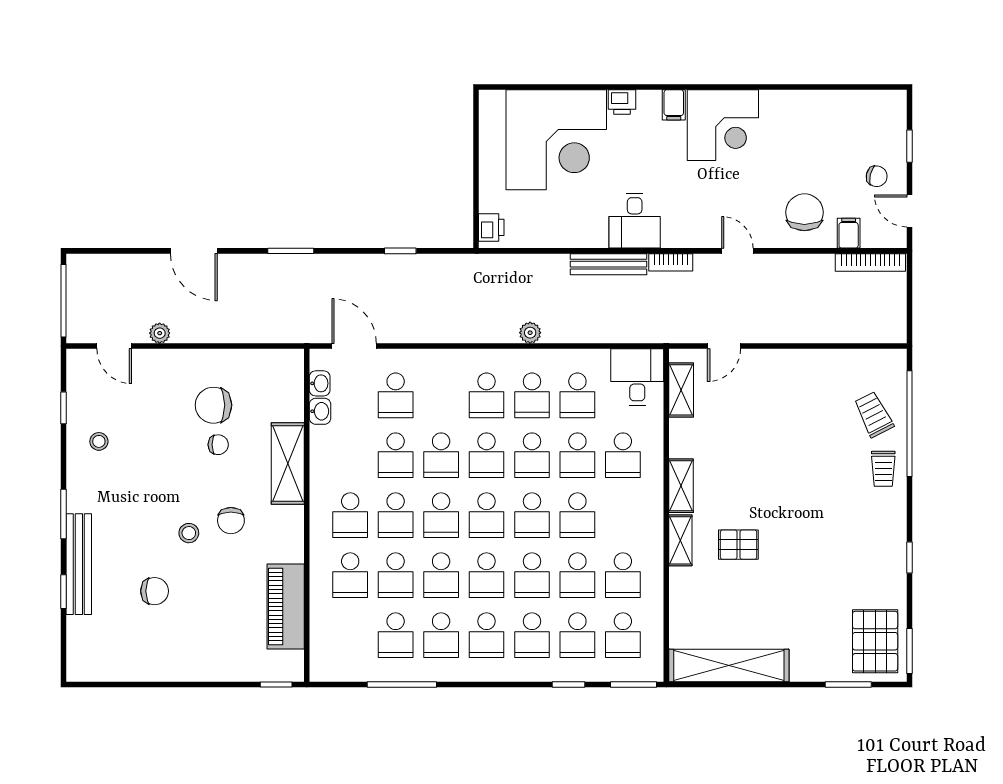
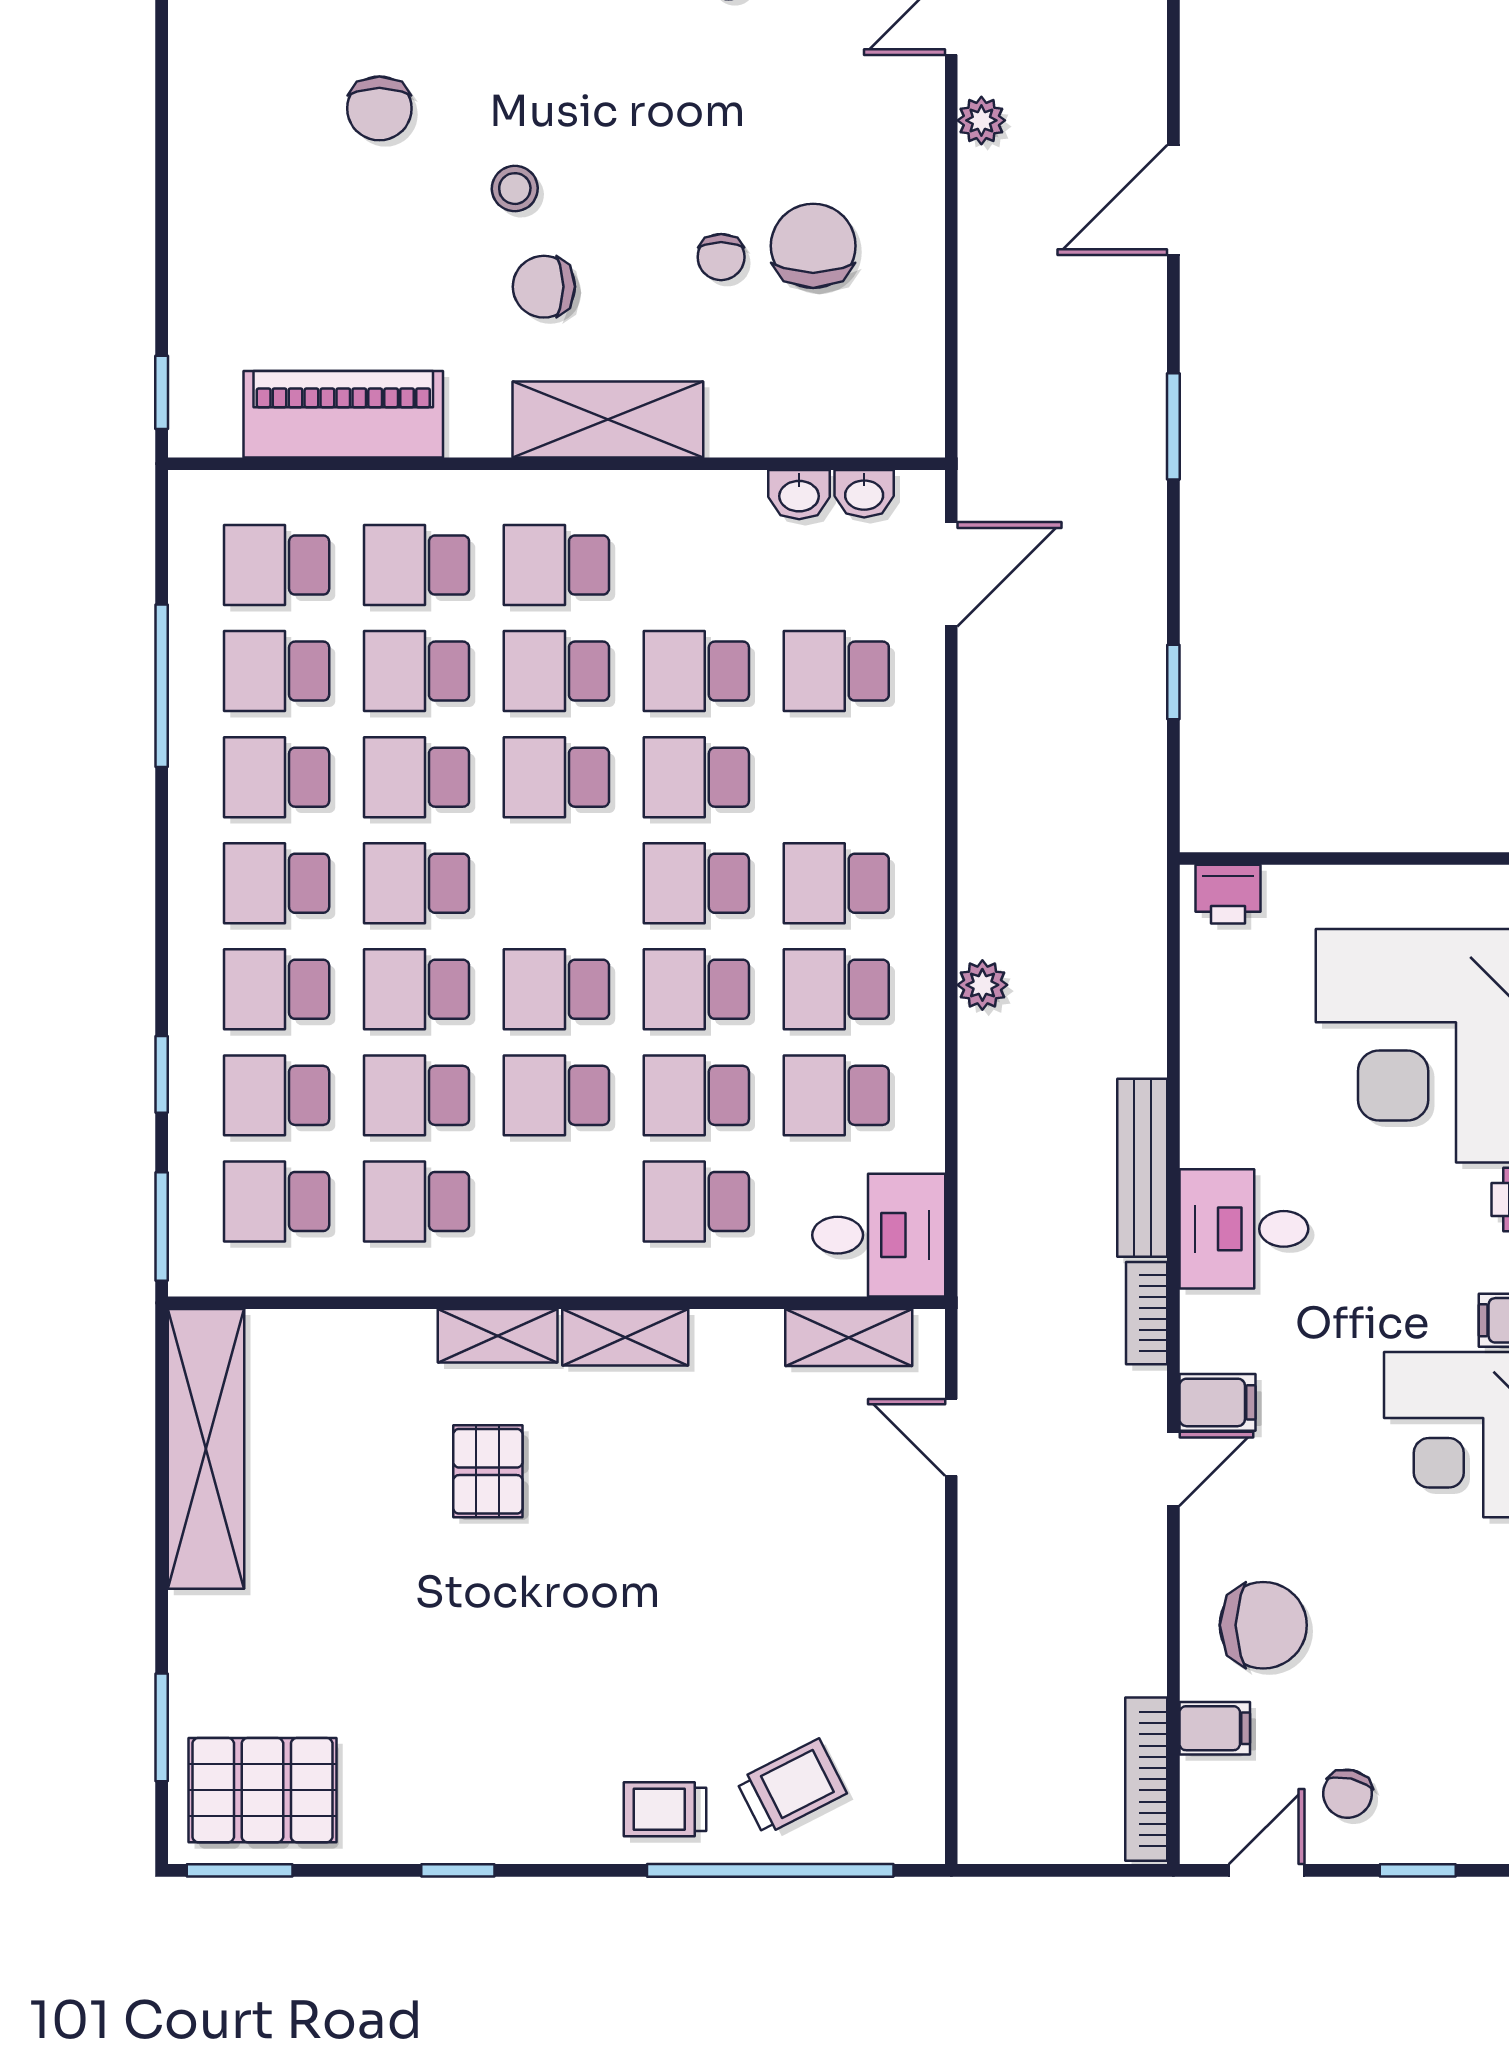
filing cabinet: (709, 232) -> (1217, 1402), added
shelving: (288, 463) -> (608, 419), moved
school desk: (487, 515) -> (277, 565), moved

